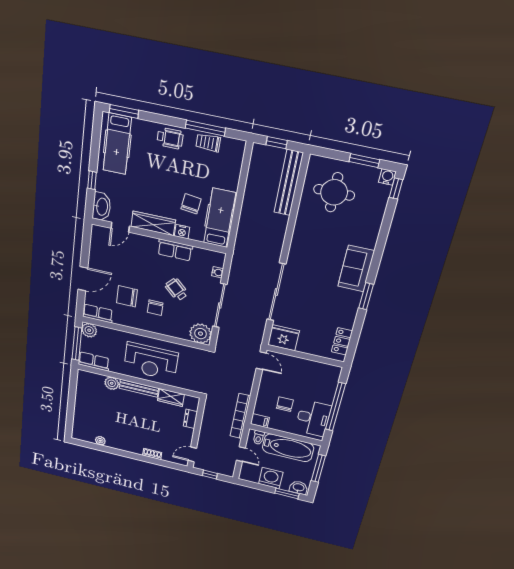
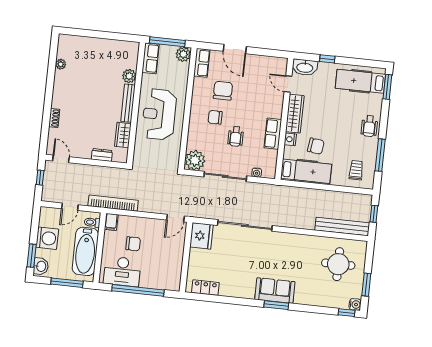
trolley: (208, 143) -> (356, 170), moved
wheelchair: (177, 289) -> (236, 136), turned 137
window: (366, 296) -> (276, 305), moved

